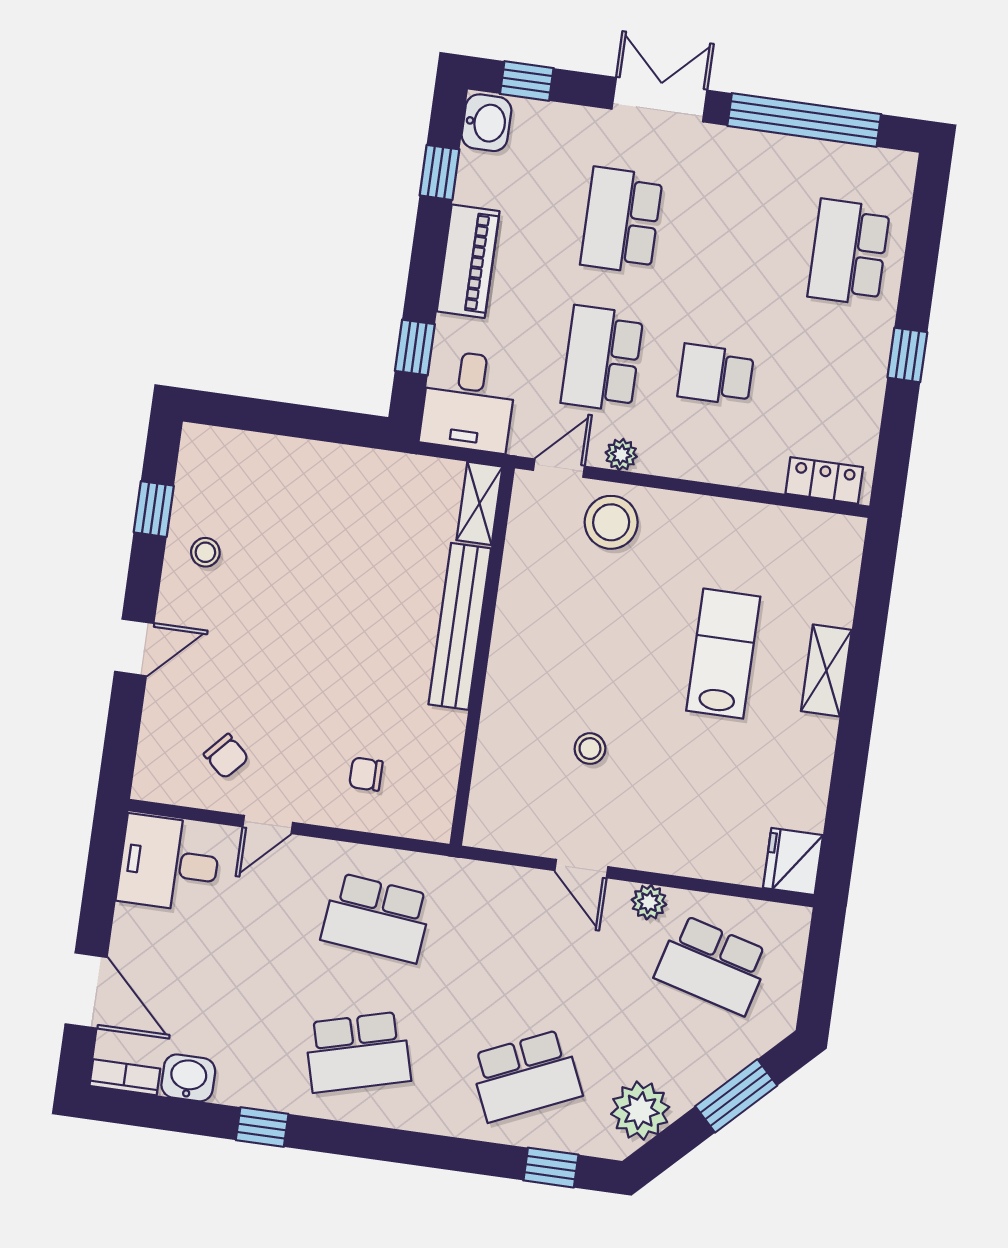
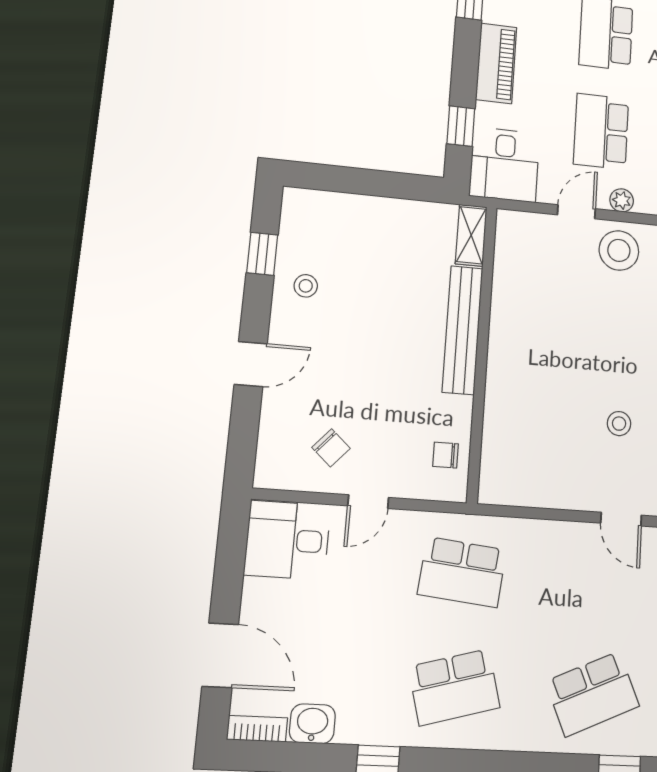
shelving: (479, 503) -> (471, 235), moved
bench: (460, 626) -> (463, 330), moved
wall: (482, 656) -> (482, 352), moved

